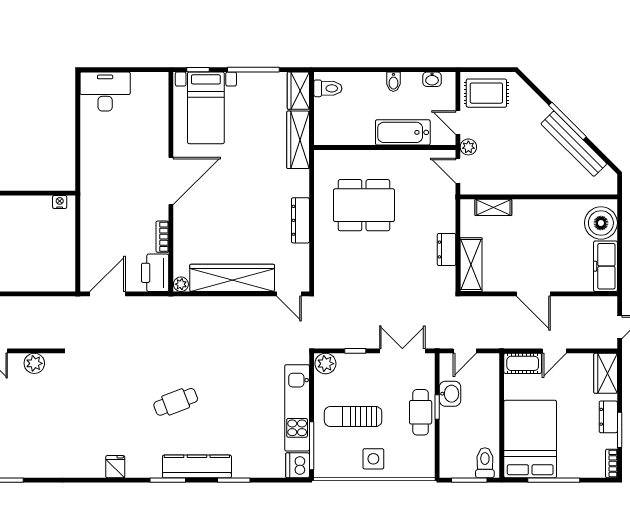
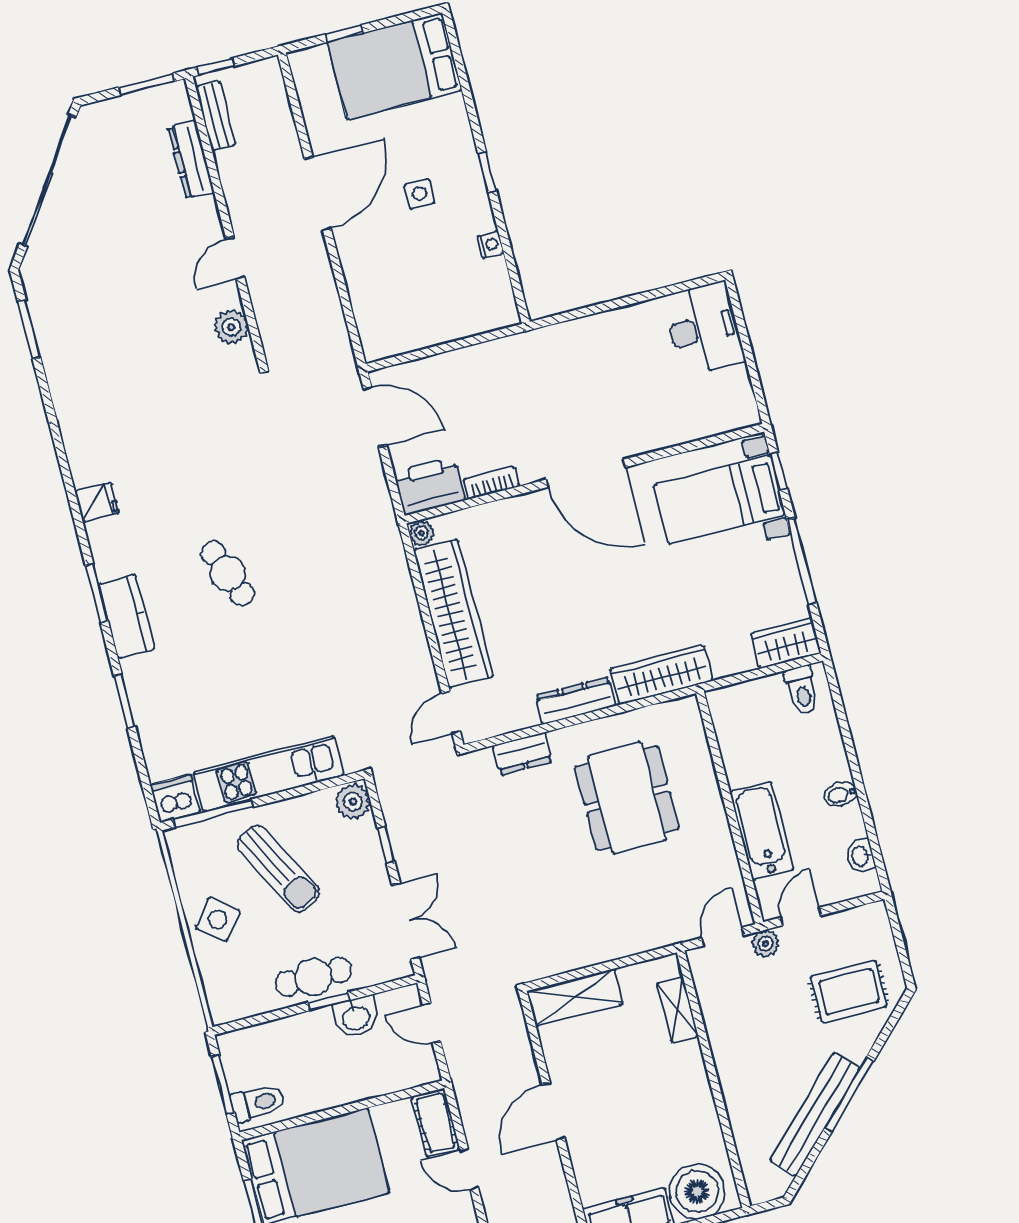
rug: (486, 93) -> (849, 992), moved, turned 90
wardrobe: (298, 140) -> (661, 675), moved
nightstand: (60, 202) -> (490, 245), moved
dresser: (447, 249) -> (522, 754), moved, turned 180
sun lounger: (353, 416) -> (278, 869), turned 152
side table: (373, 459) -> (218, 919), turned 38
kitchen counter: (197, 466) -> (127, 616), width x0.67

